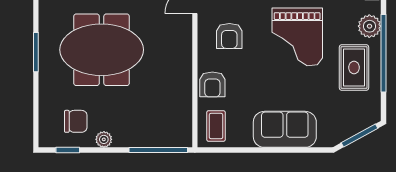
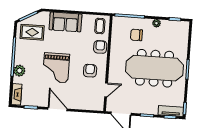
grand piano: (297, 37) -> (56, 68), turned 180
meeting table: (102, 50) -> (155, 68), width x1.36
rug: (354, 67) -> (32, 32), moved, turned 90
chair: (76, 121) -> (136, 35), moved

